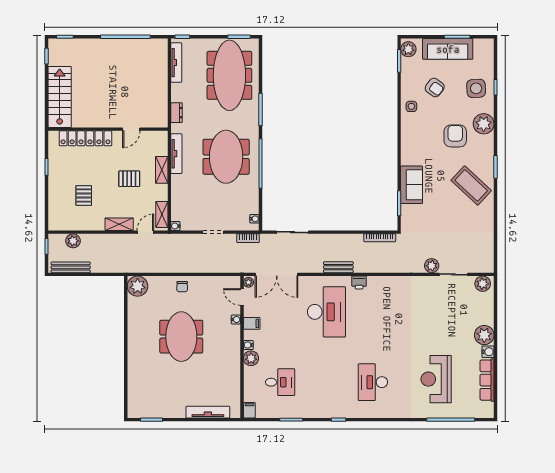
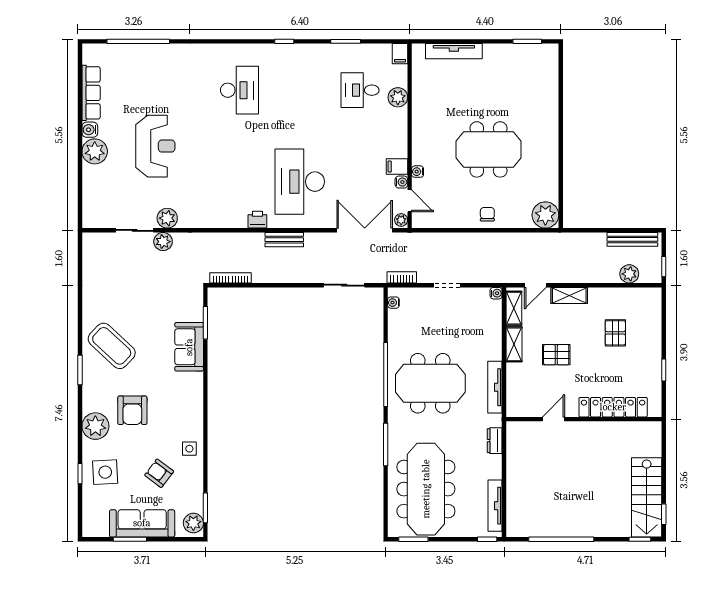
stairs: (60, 97) -> (647, 497), moved
meeting table: (226, 157) -> (430, 383), turned 90
shelving: (162, 170) -> (514, 344), moved
plant: (483, 284) -> (167, 218), moved
meeting table: (181, 337) -> (488, 149), turned 90
water cooler: (248, 345) -> (401, 182), moved
plant: (251, 358) -> (398, 97), moved
reception desk: (436, 379) -> (155, 146), moved

